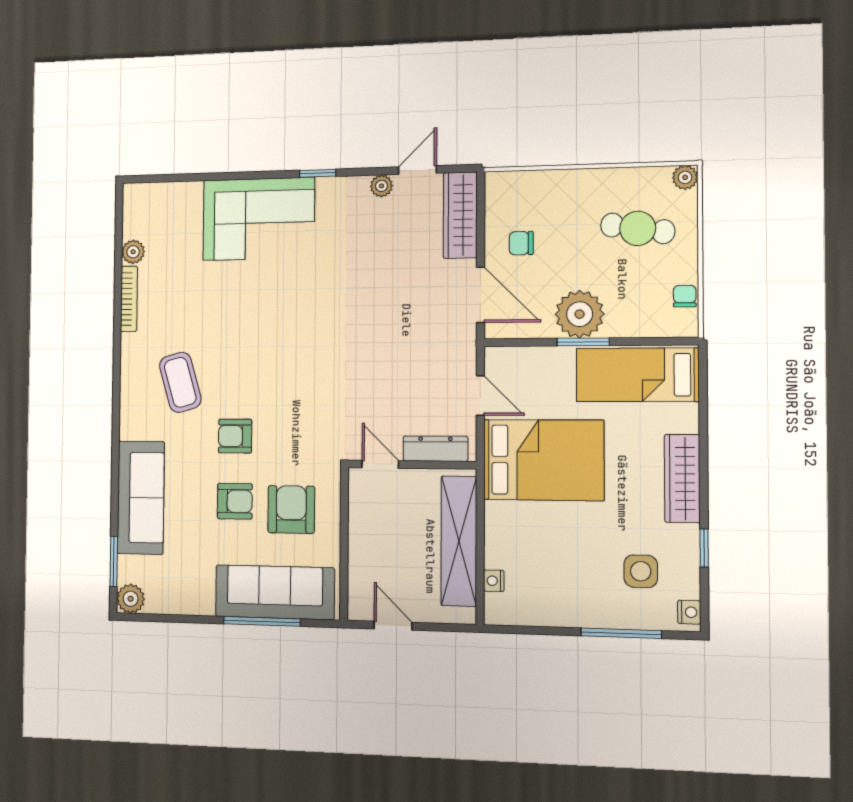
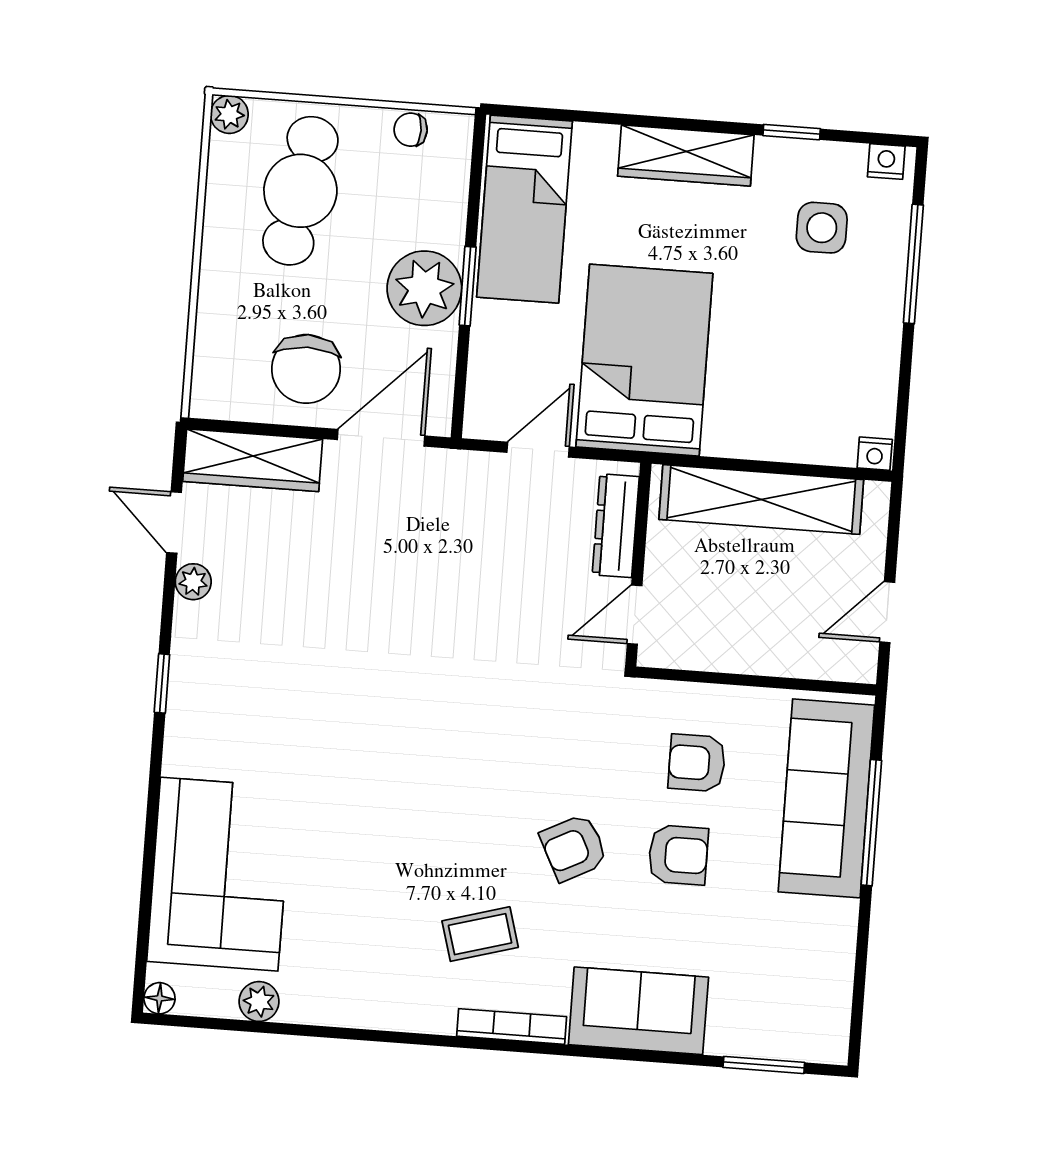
floor lamp: (131, 192) -> (159, 998), added
corner sofa: (259, 219) -> (219, 874), moved
cafe table: (638, 228) -> (300, 191), width x1.37, depth x1.35
chair: (521, 243) -> (306, 369), width x1.87, depth x1.87
bookcase: (129, 299) -> (512, 1026), moved
coffee table: (180, 382) -> (480, 934), width x0.73, depth x0.77
armchair: (235, 436) -> (574, 848), turned 63
sofa: (141, 498) -> (638, 1011), width x0.73
armchair: (235, 501) -> (678, 855), turned 90
armchair: (291, 509) -> (697, 763), width x0.72, depth x0.72
nightstand: (494, 581) -> (875, 454), moved
plant: (131, 599) -> (825, 1040), removed

